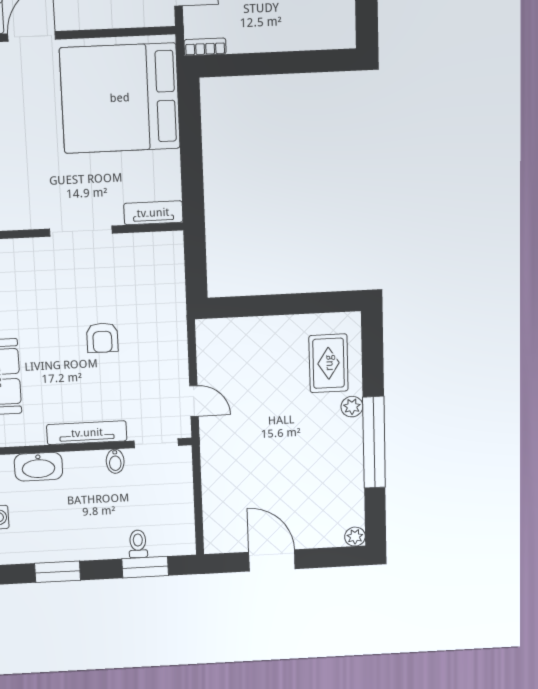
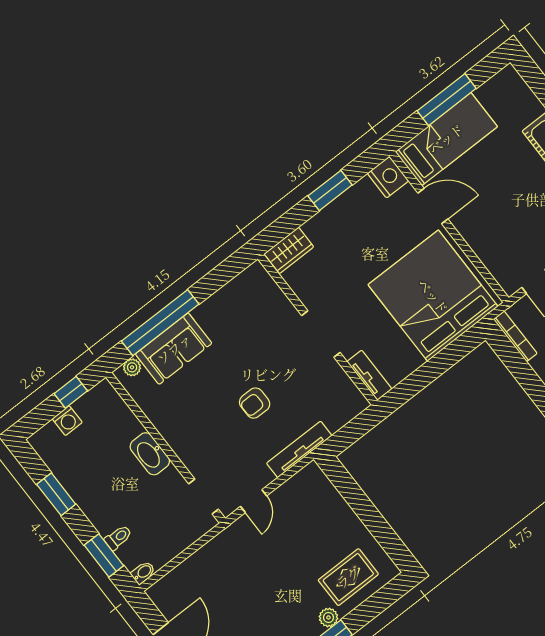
bookcase: (205, 47) -> (515, 336), width x1.56
tv unit: (87, 433) -> (299, 449), moved, turned -90
bidet: (115, 461) -> (143, 572), moved, turned 180
washbasin: (38, 467) -> (150, 454), moved

